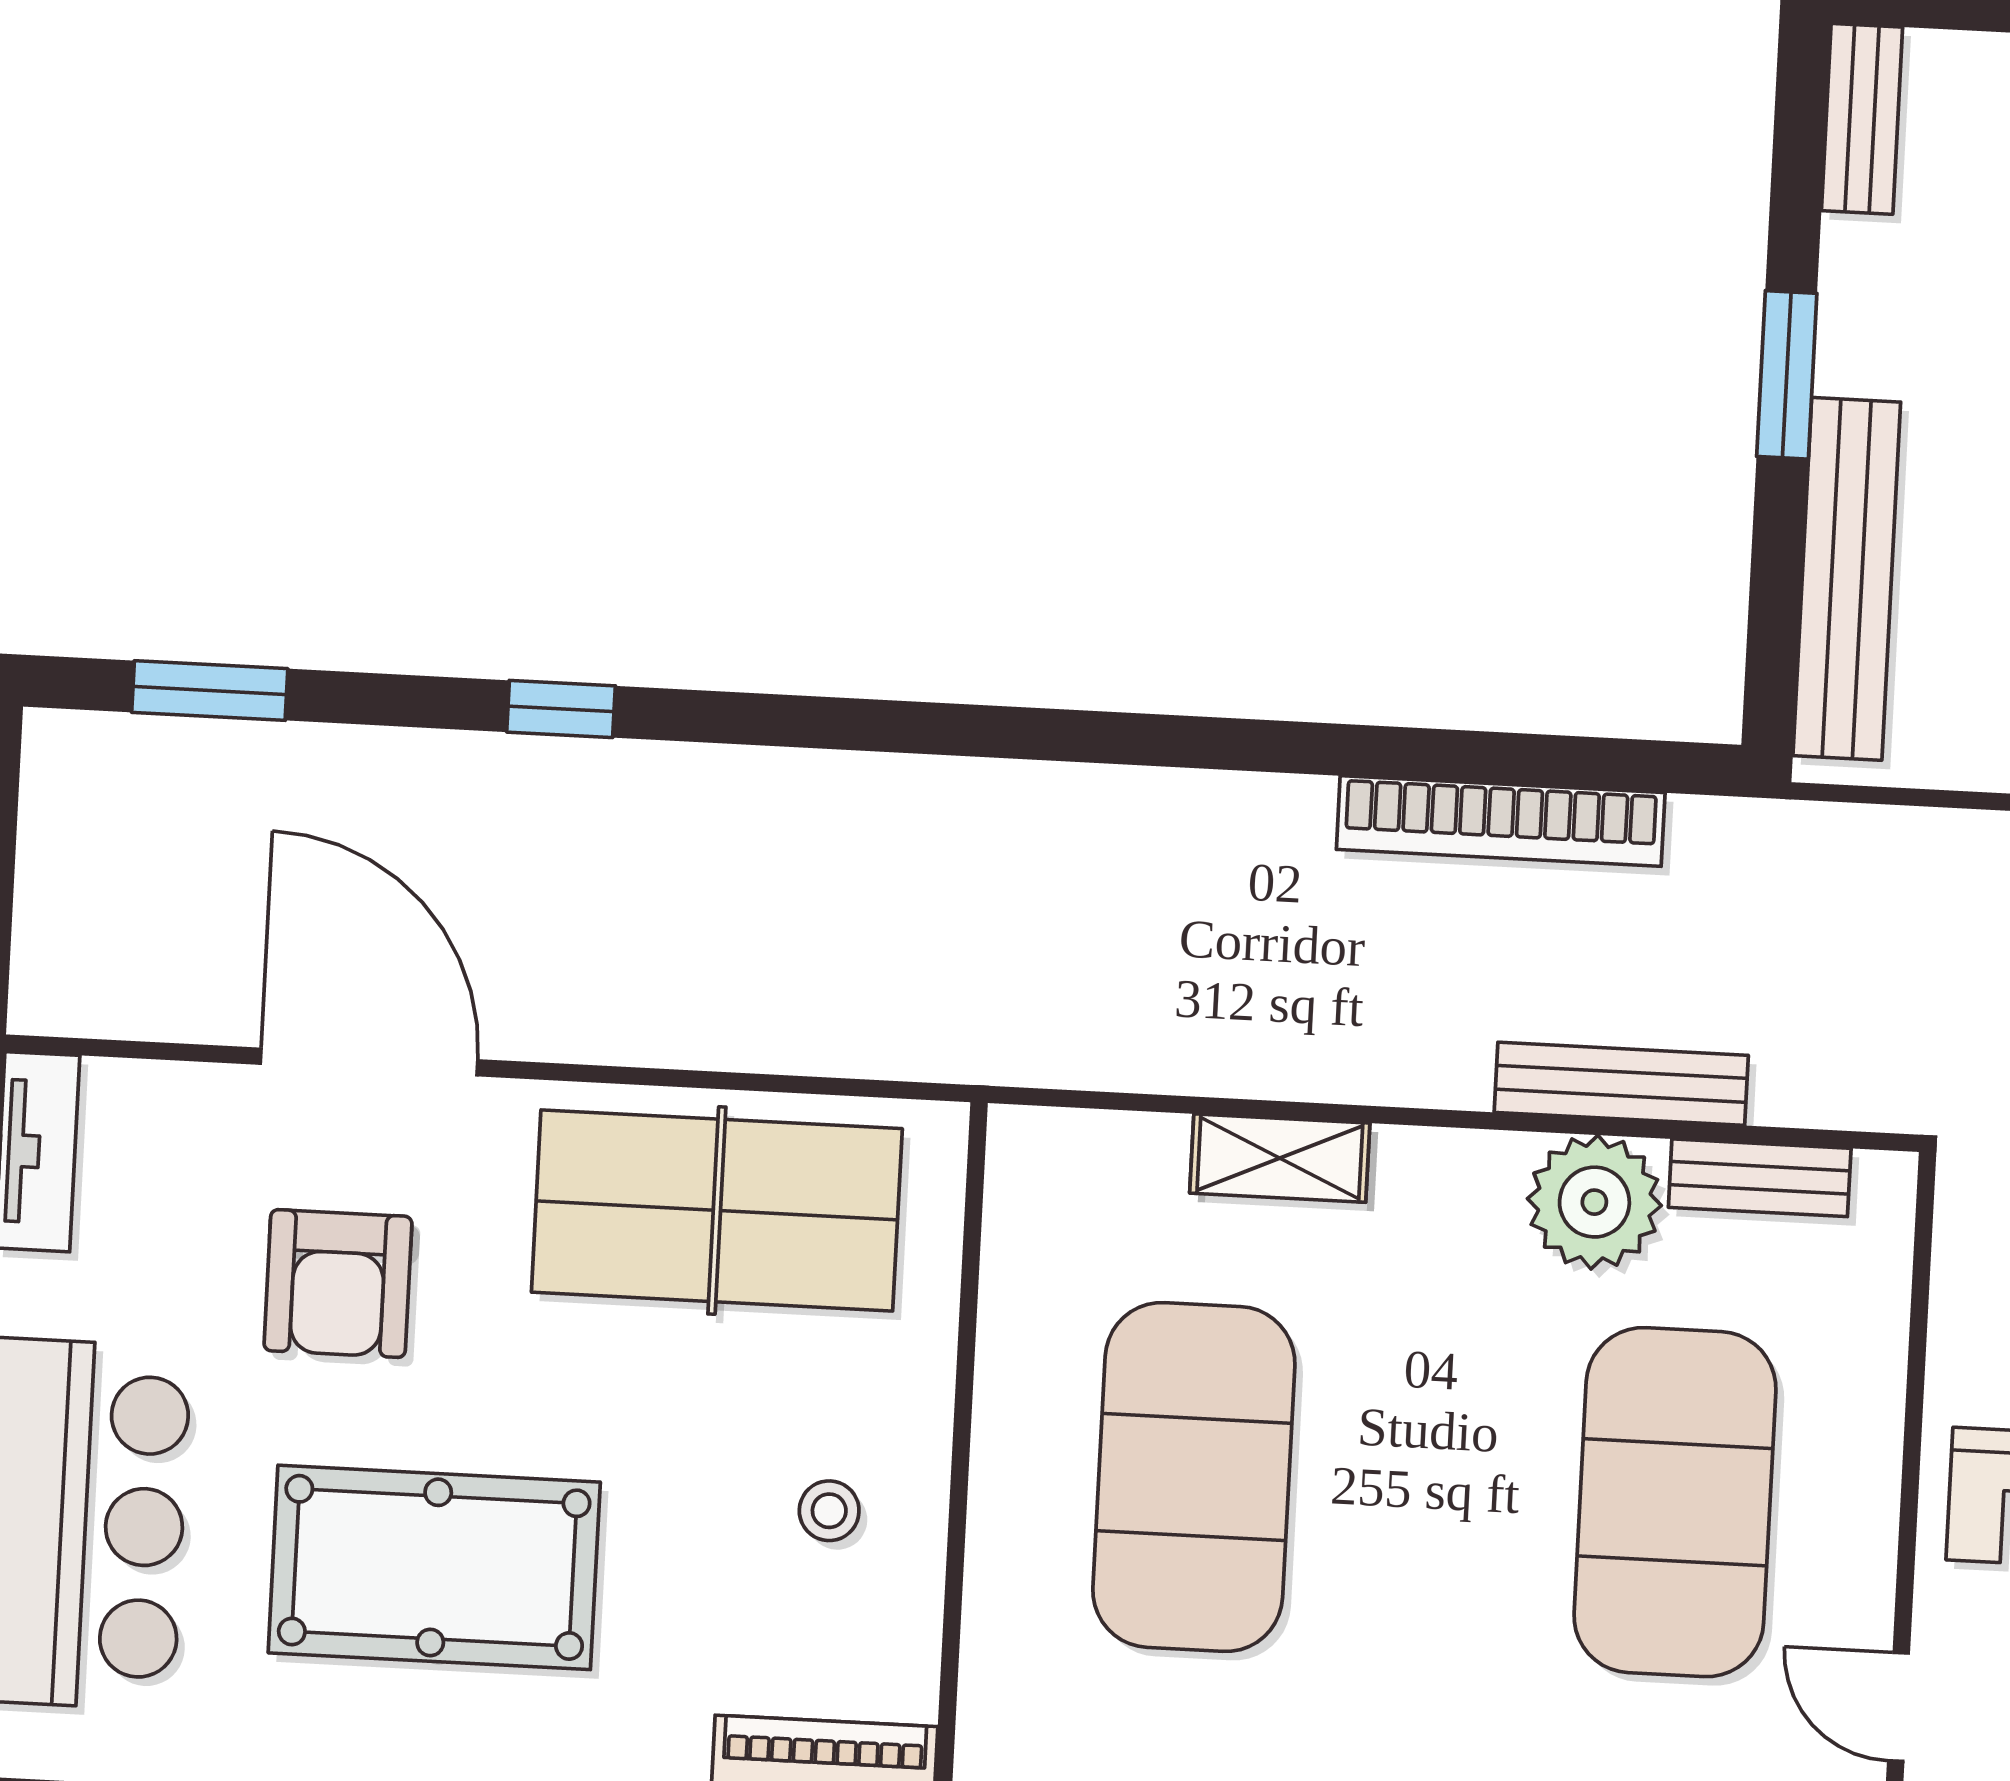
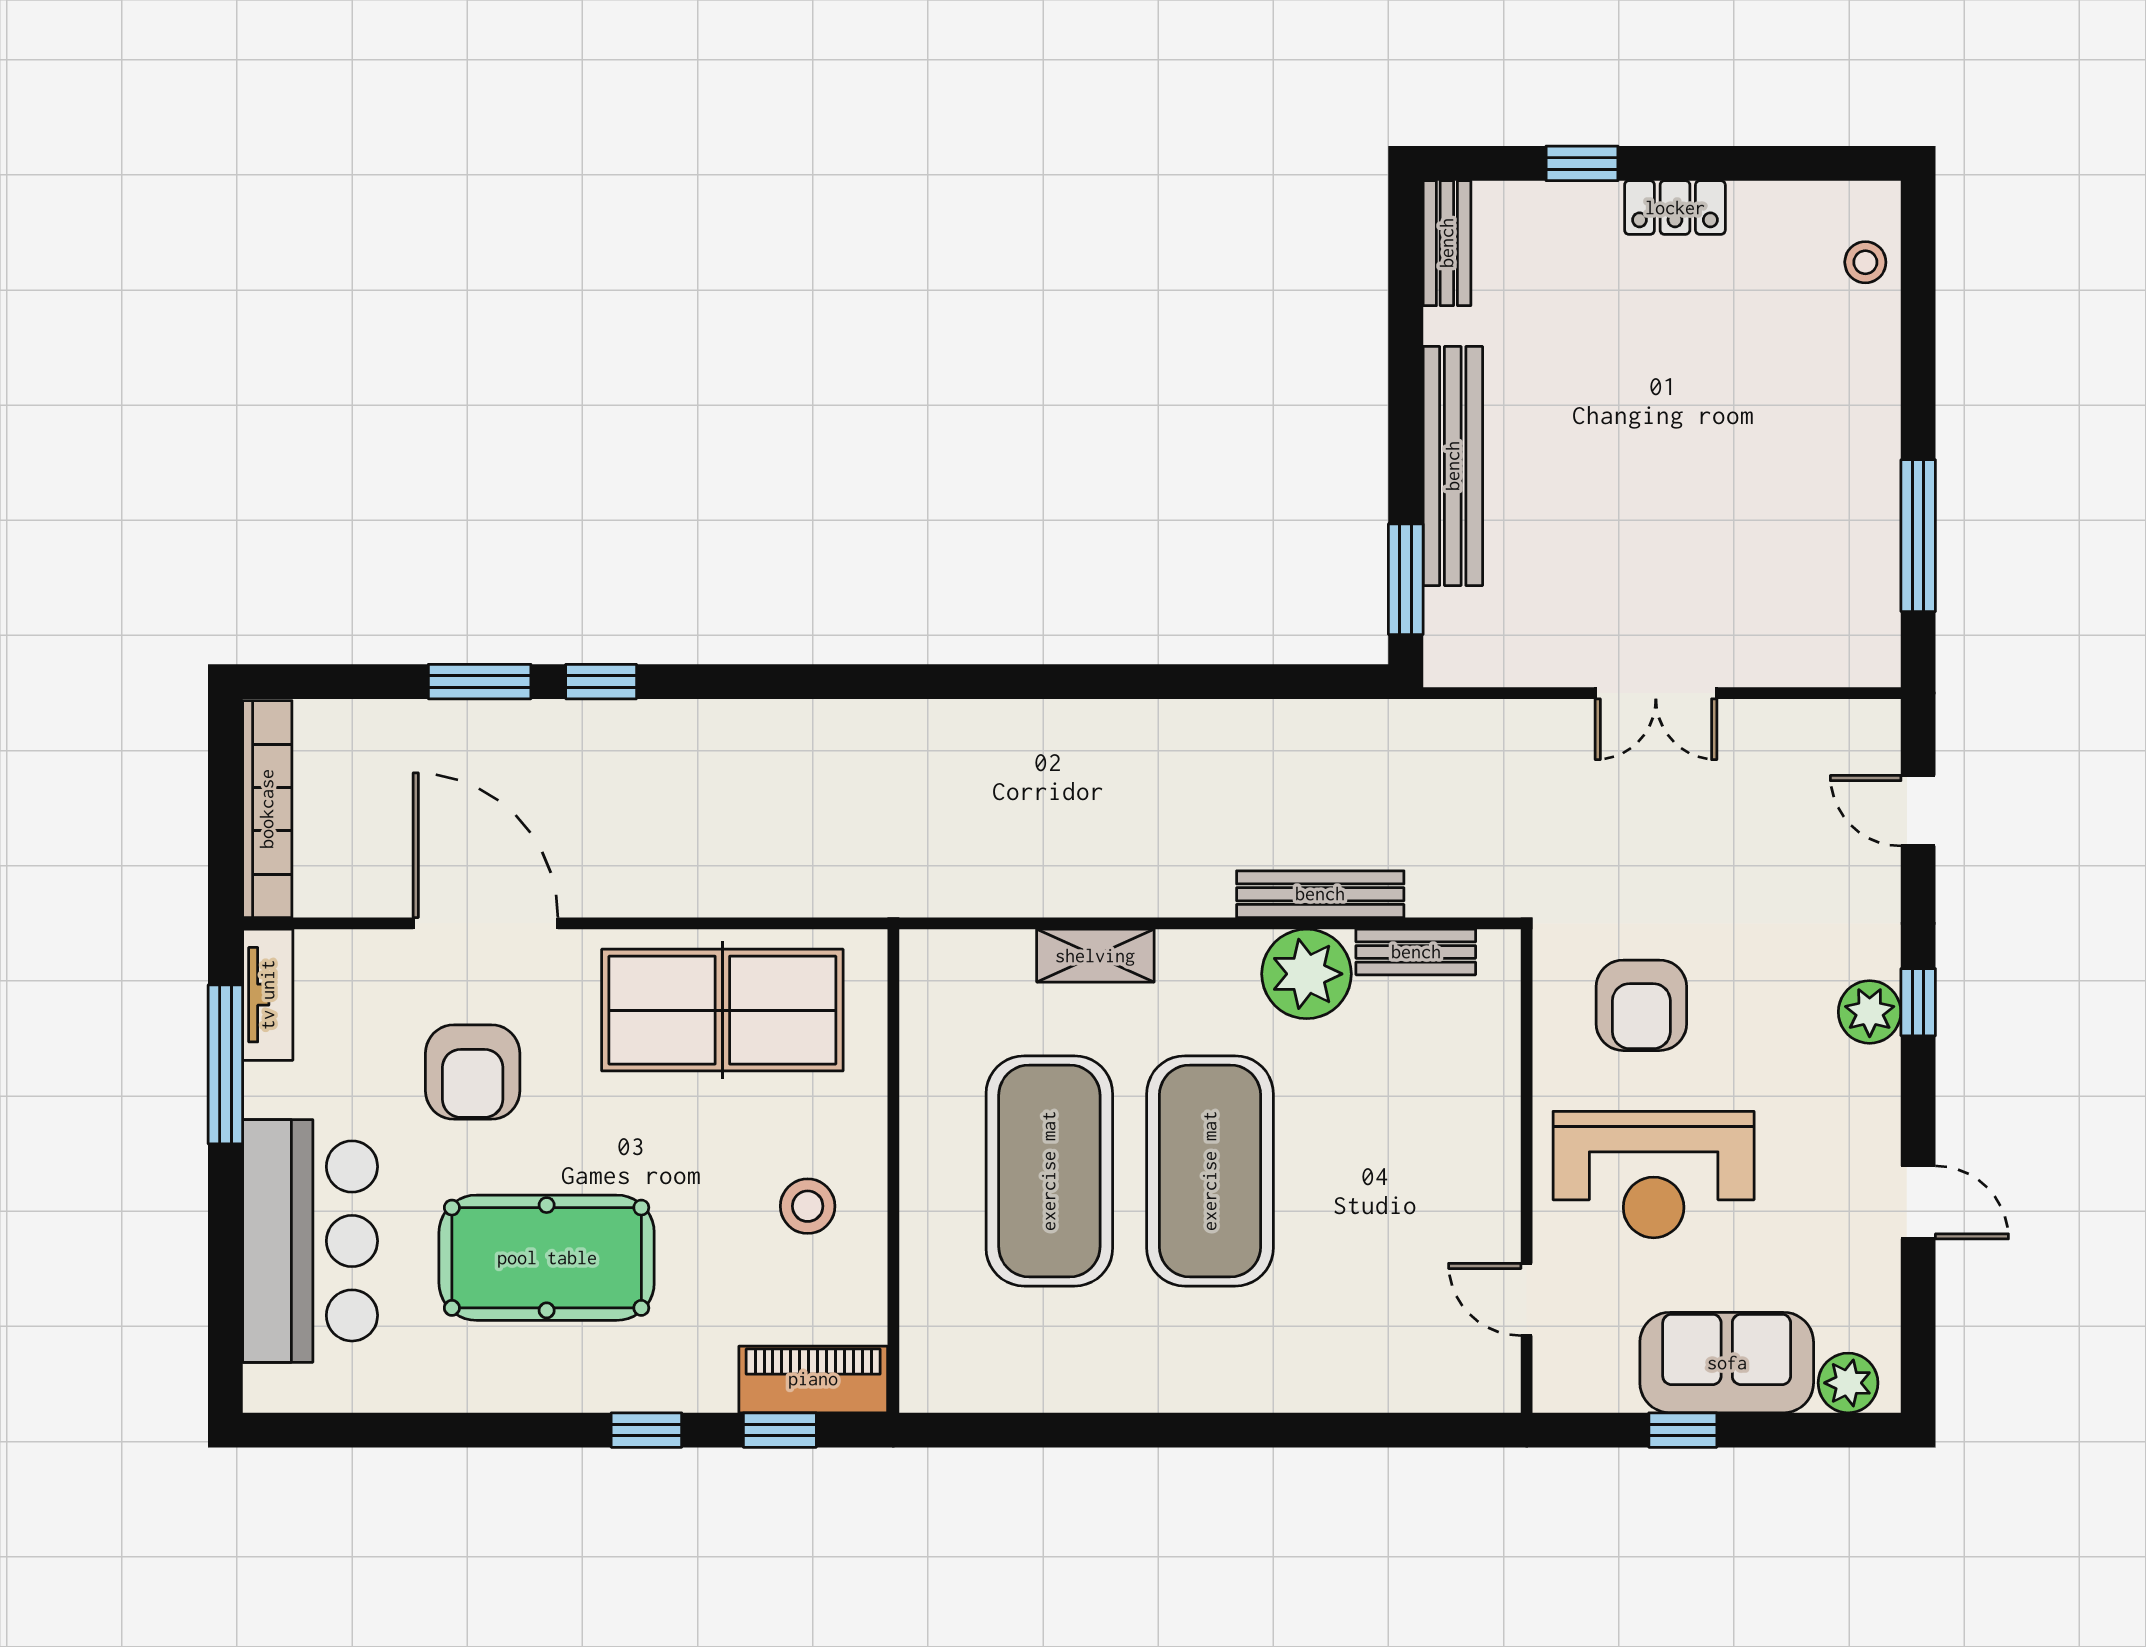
window: (1787, 375) -> (1406, 579), moved
bench: (1847, 579) -> (1453, 466), moved
window: (210, 691) -> (480, 682), moved
bookcase: (1501, 821) -> (267, 809), moved, turned -90
exercise mat: (1675, 1502) -> (1210, 1171), moved
stool: (829, 1511) -> (808, 1206), width x1.37, depth x1.37

